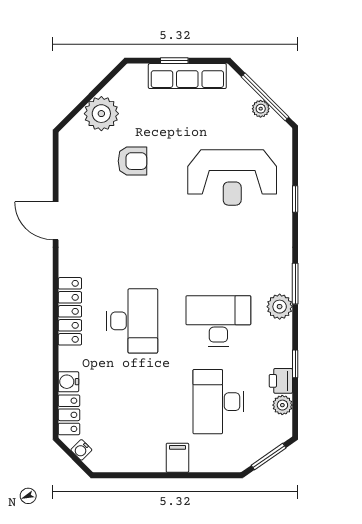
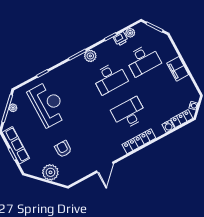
desk: (218, 321) -> (110, 78), turned -90
filing cabinet: (177, 458) -> (178, 69), width x2.00

